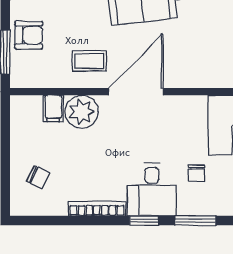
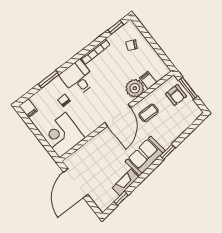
armchair: (29, 35) -> (176, 95), moved, turned -90
window: (144, 221) -> (116, 27), moved

